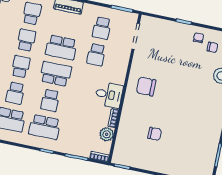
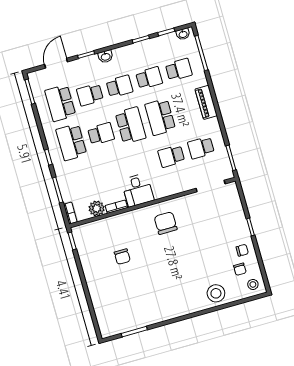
school desk: (50, 100) -> (101, 134), turned 180

